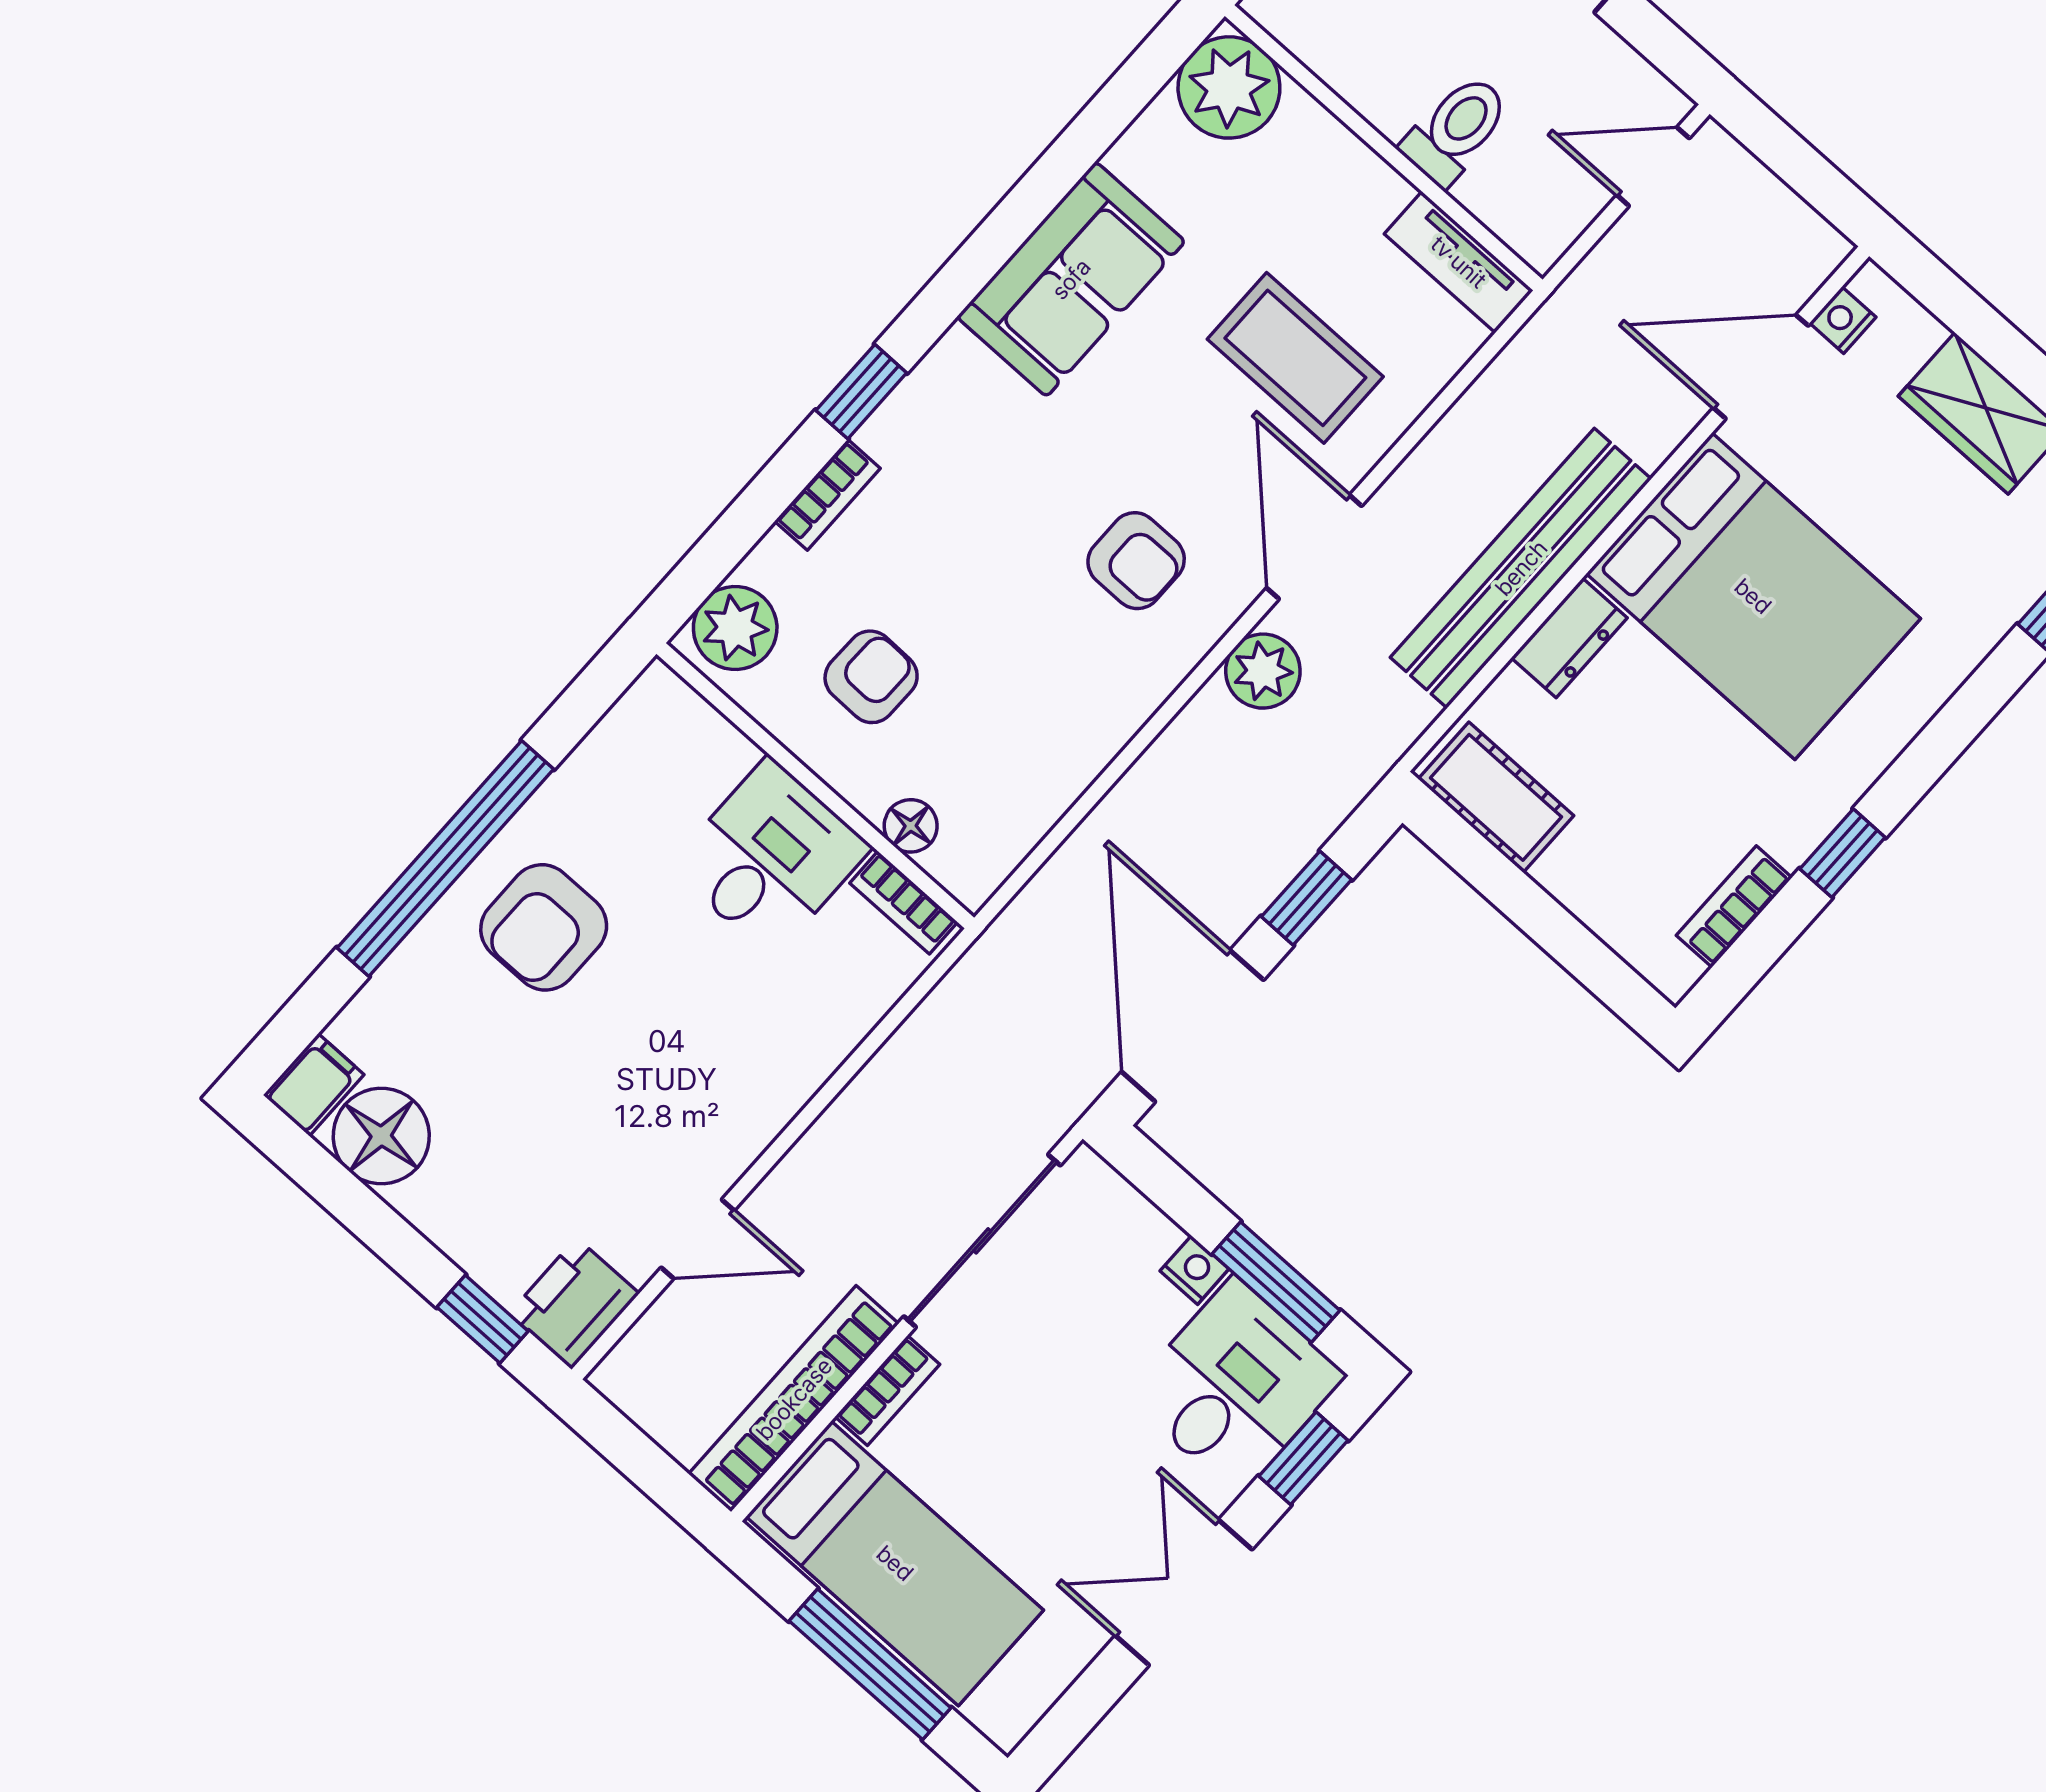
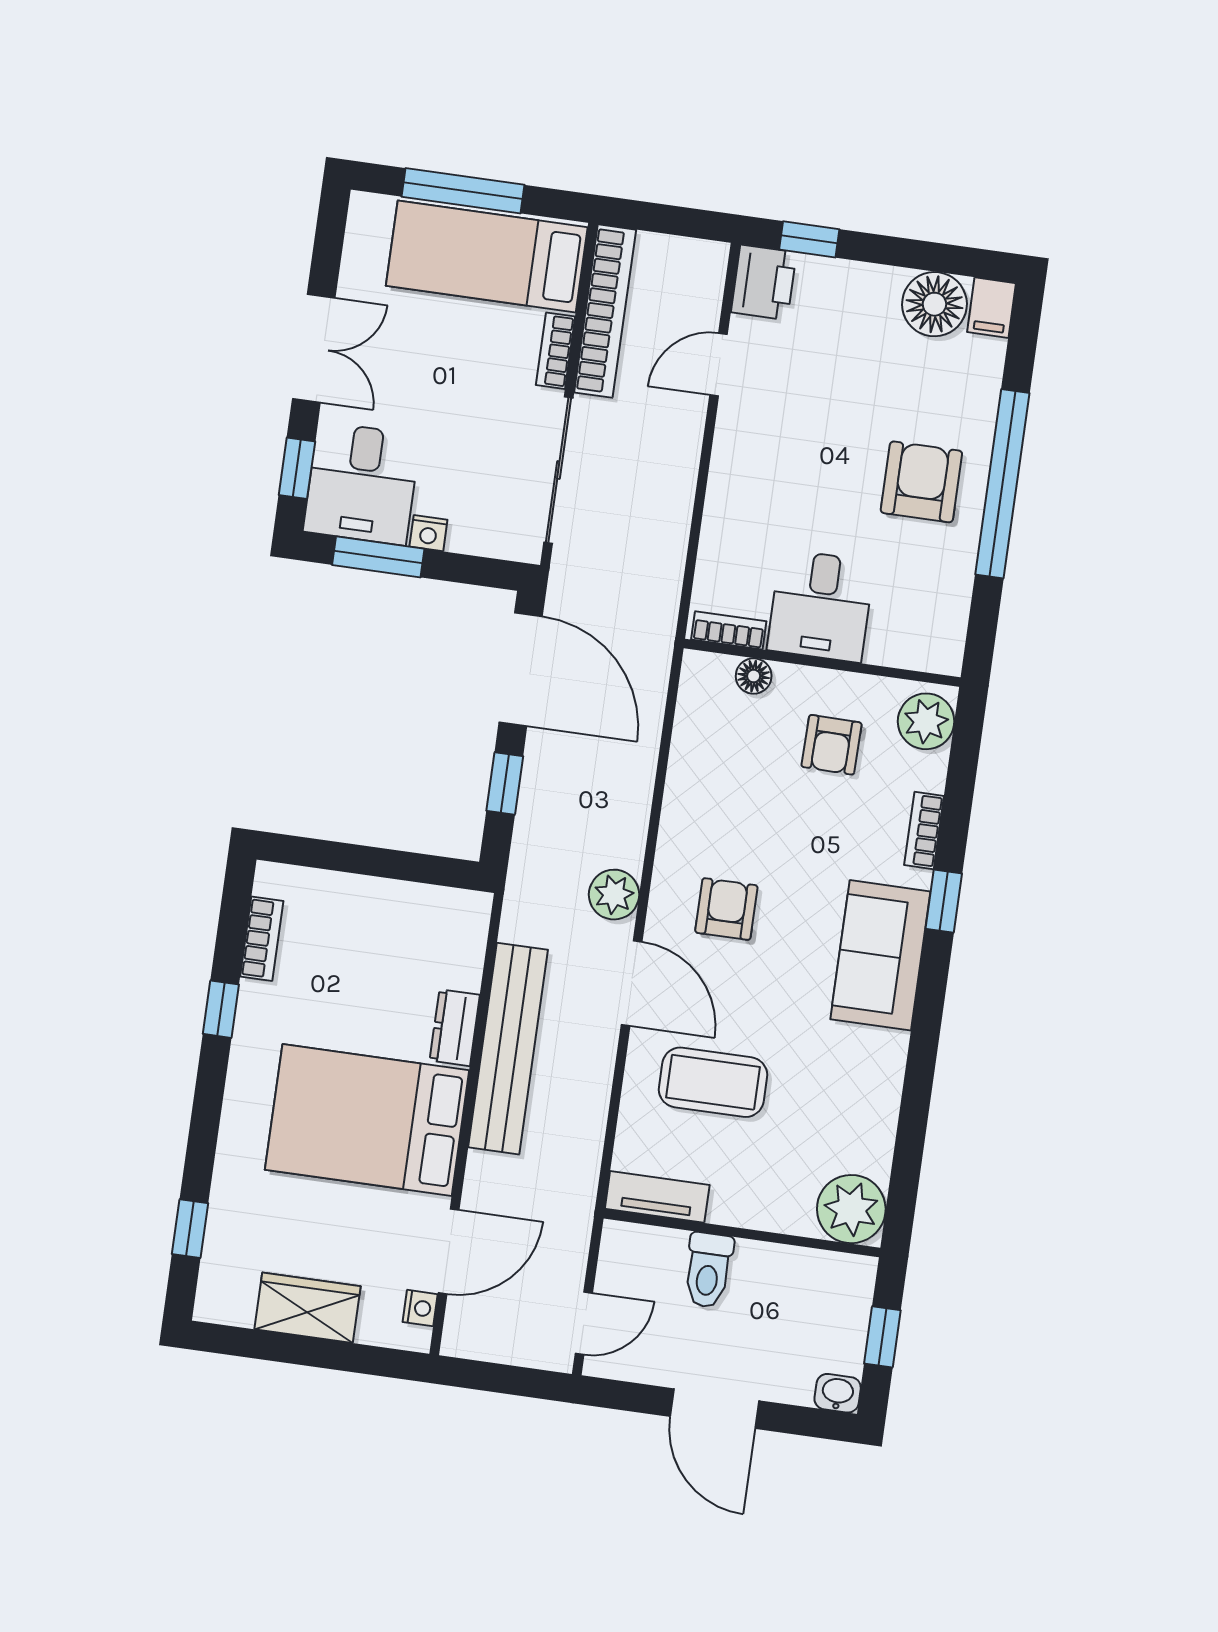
sofa: (1071, 279) -> (880, 955), moved
armchair: (1136, 561) -> (726, 909), turned 90
cot: (1496, 797) -> (436, 911), removed

